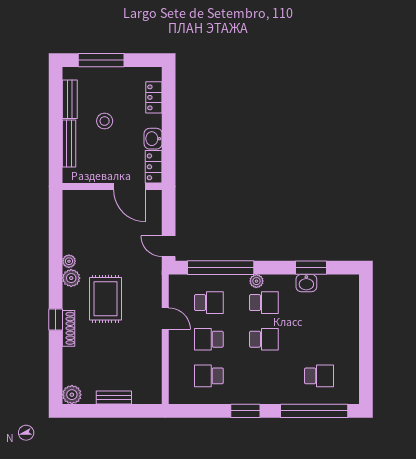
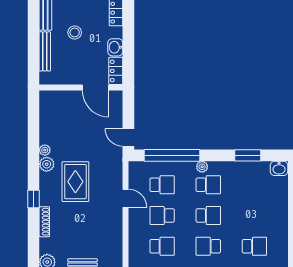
washbasin: (306, 283) -> (279, 168), moved
shoe rack: (68, 328) -> (44, 222), moved
school desk: (209, 376) -> (162, 246), turned 180
school desk: (264, 376) -> (208, 246), added

